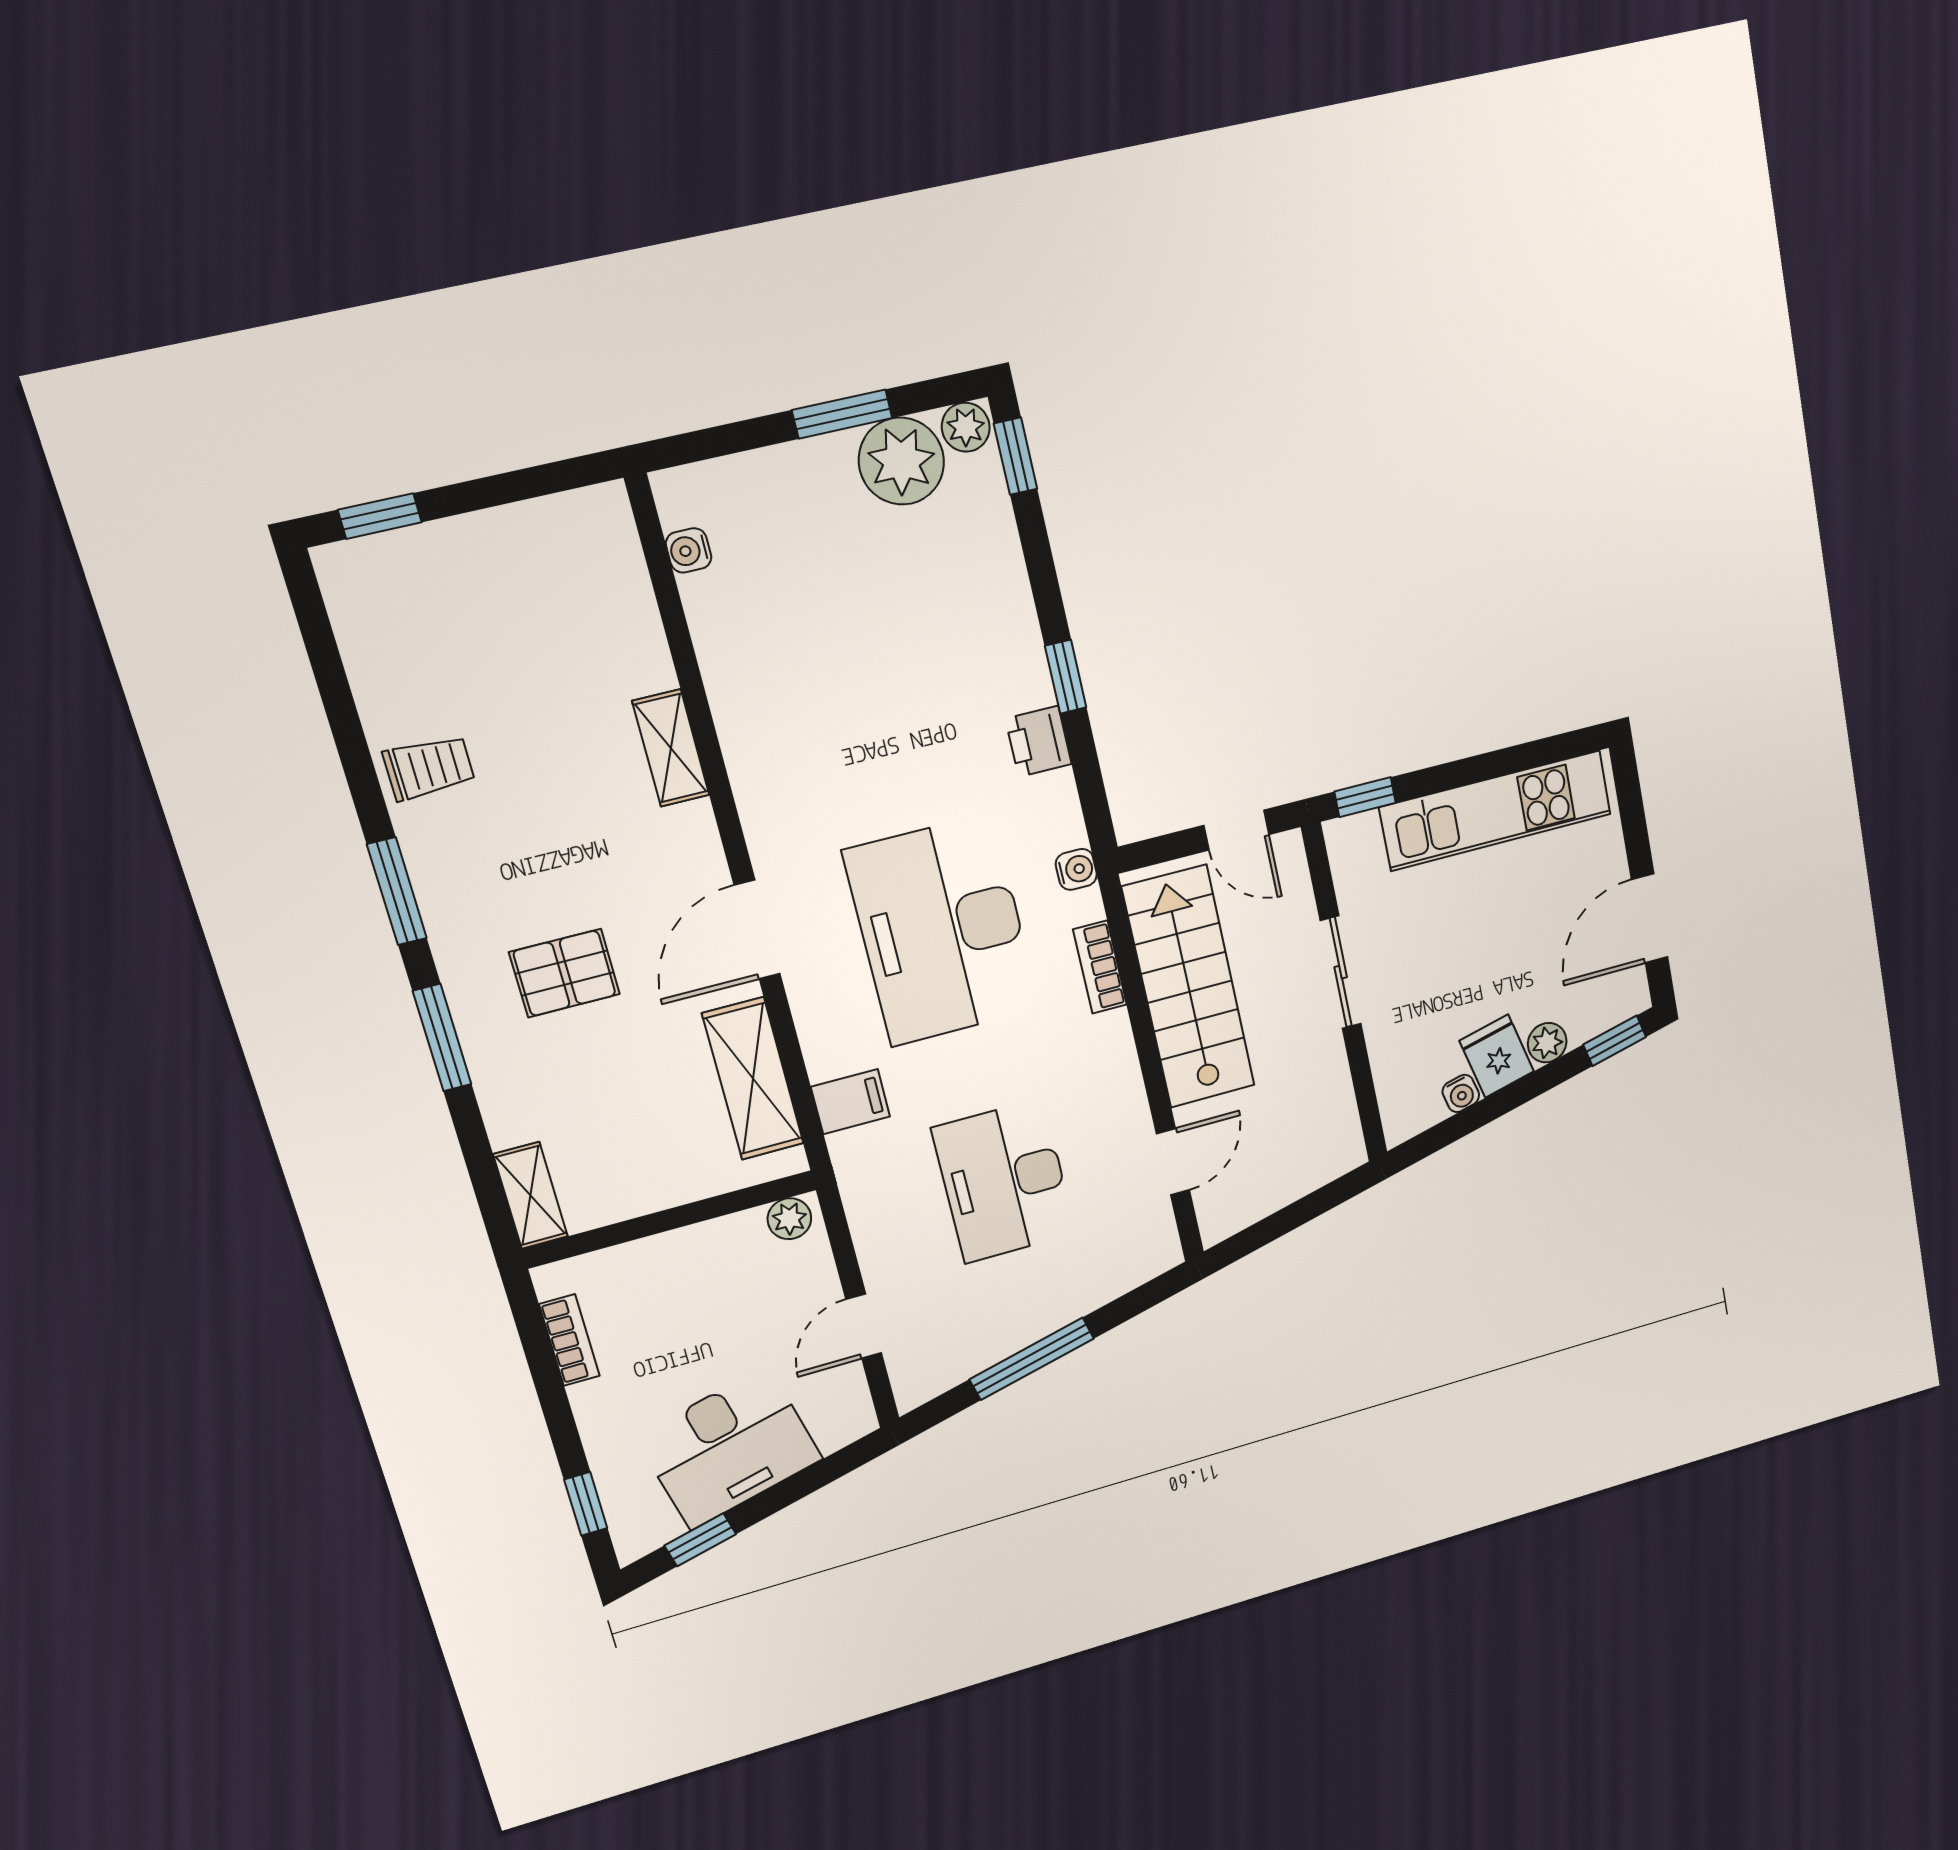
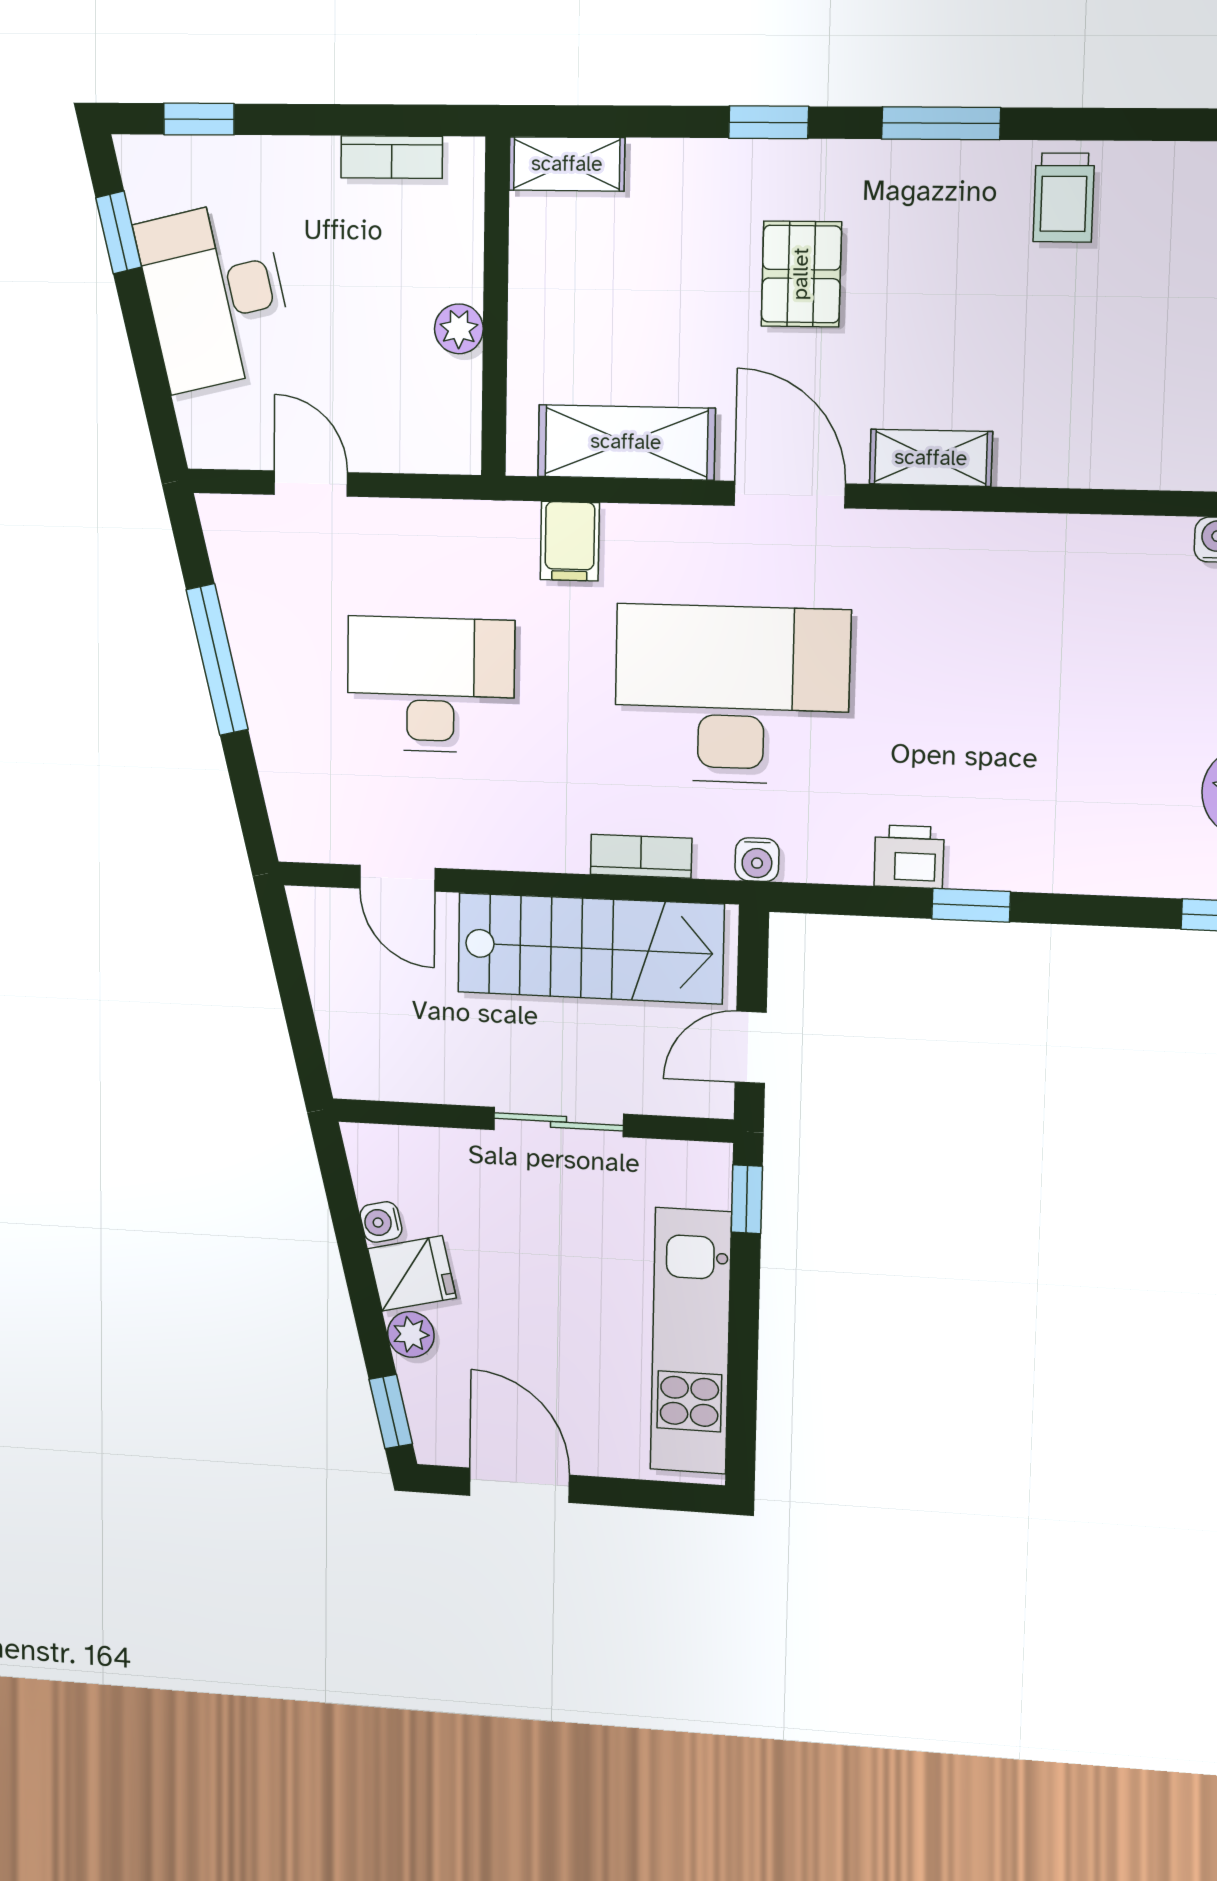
shelving: (671, 748) -> (931, 458), moved
window: (442, 1038) -> (769, 122), width x0.67
plant: (789, 1219) -> (459, 329), moved

